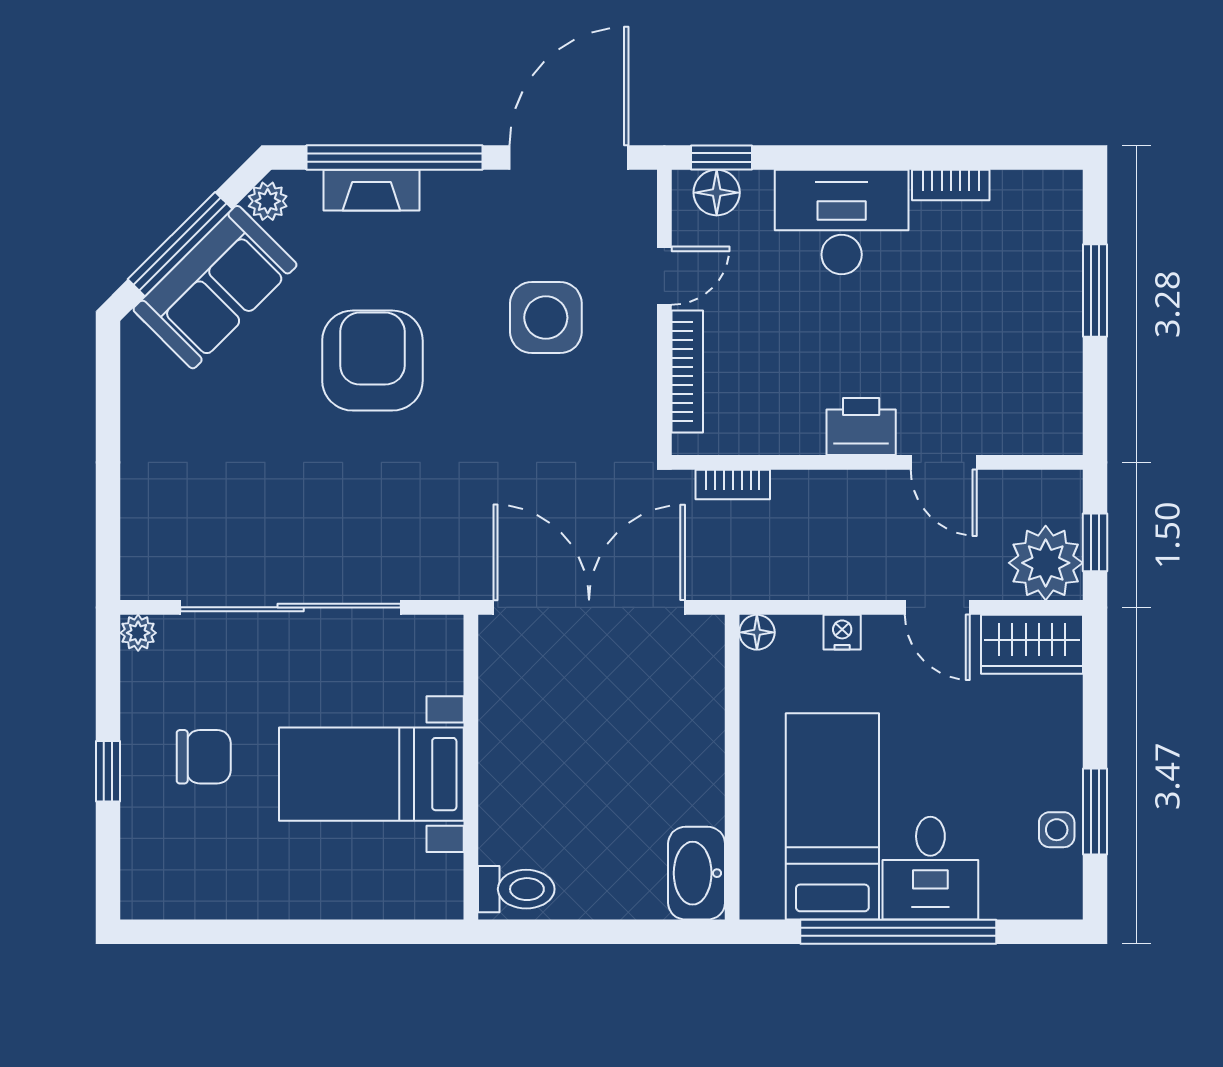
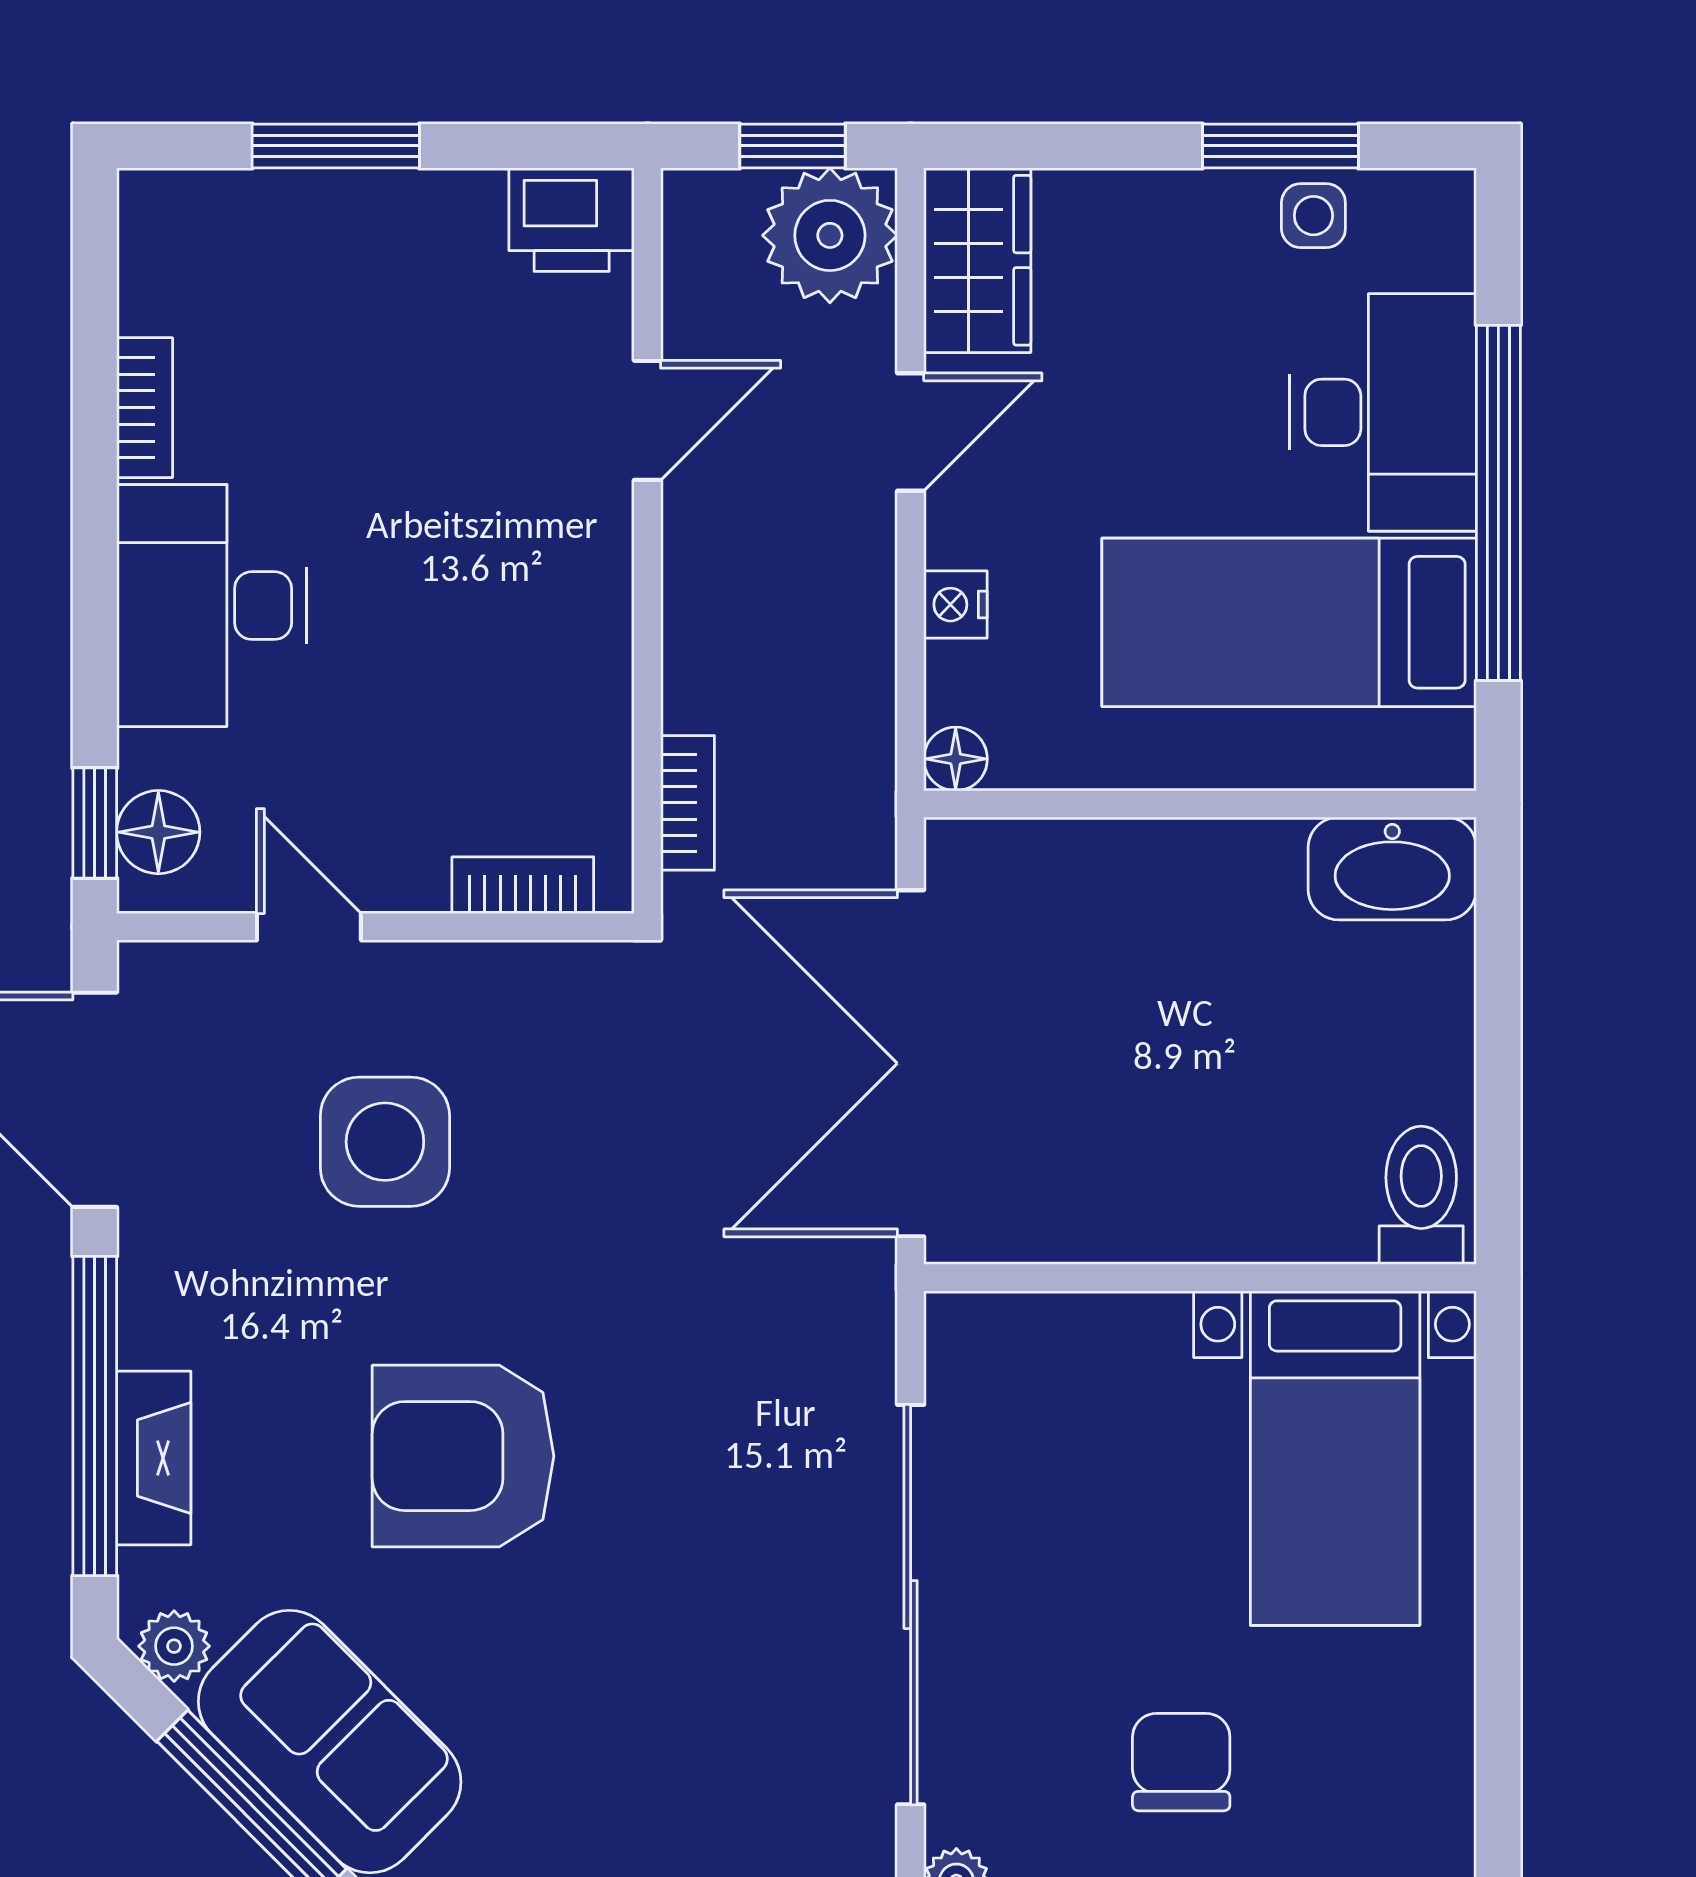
bookcase: (687, 372) -> (523, 885), width x0.64
printer: (861, 427) -> (572, 220), moved, turned -90
bed with nightstands: (371, 774) -> (1335, 1458), moved
desk: (930, 868) -> (1383, 412), width x1.37

